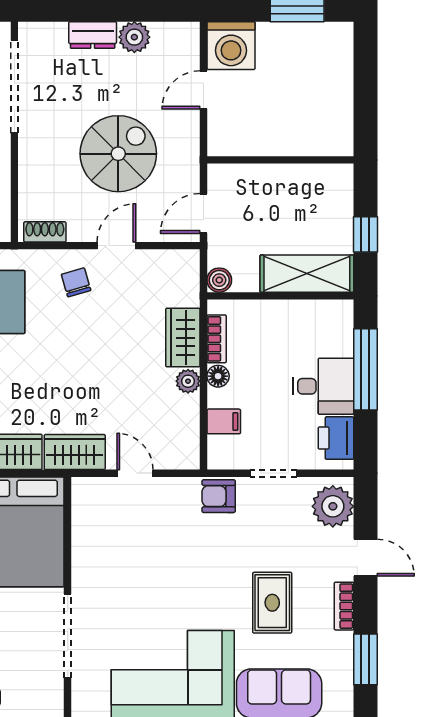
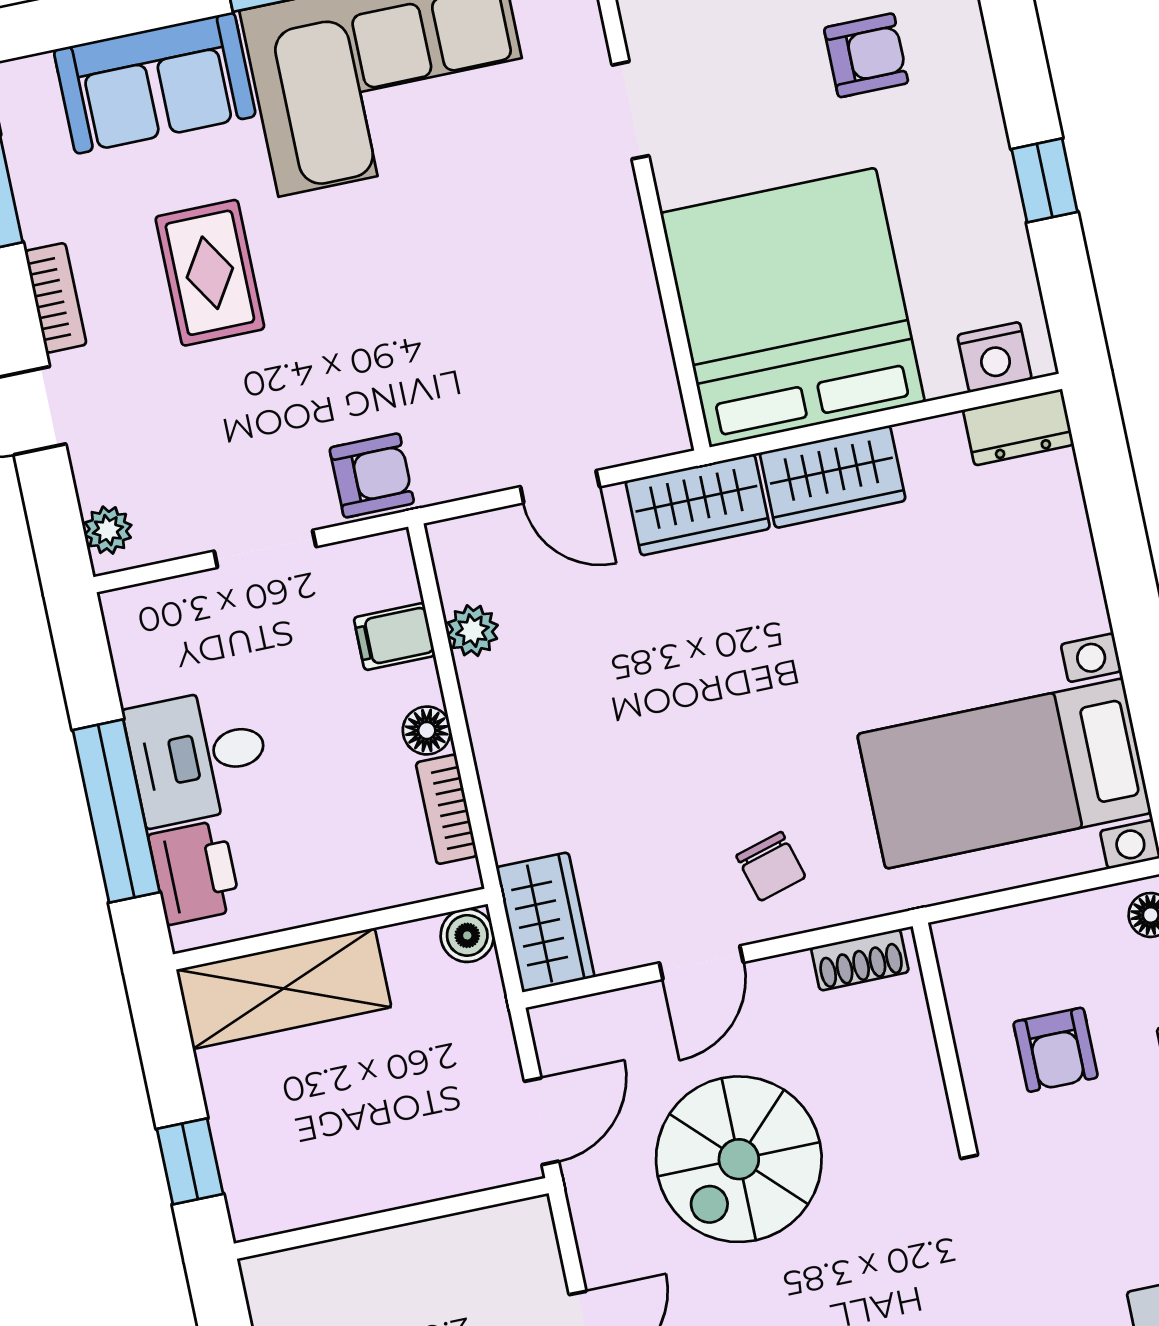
door: (203, 213) -> (541, 1121), moved
window: (365, 234) -> (190, 1161), moved
wardrobe: (183, 338) -> (545, 922), moved
plant: (188, 381) -> (472, 631), moved
printer: (336, 438) -> (195, 872), moved
plant: (333, 506) -> (108, 530), width x0.53, depth x0.53
doorway: (68, 636) -> (631, 110), width x0.53

